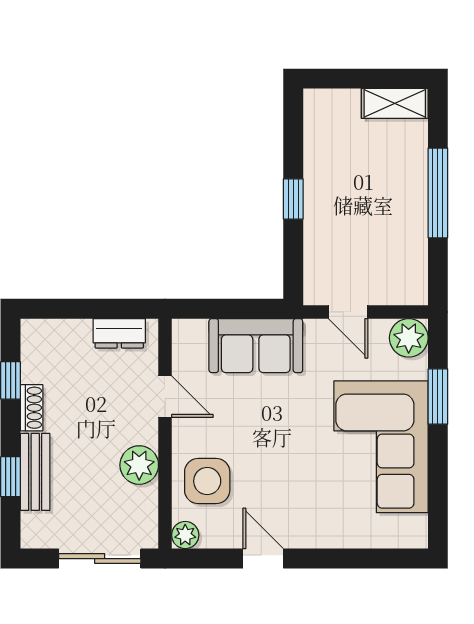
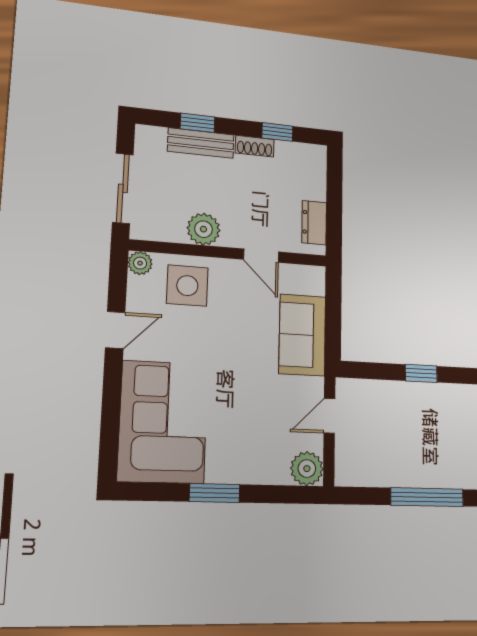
door: (165, 397) -> (261, 256), hinge flipped
window: (438, 397) -> (215, 493), moved
corner sofa: (381, 447) -> (163, 422), moved, turned 90

